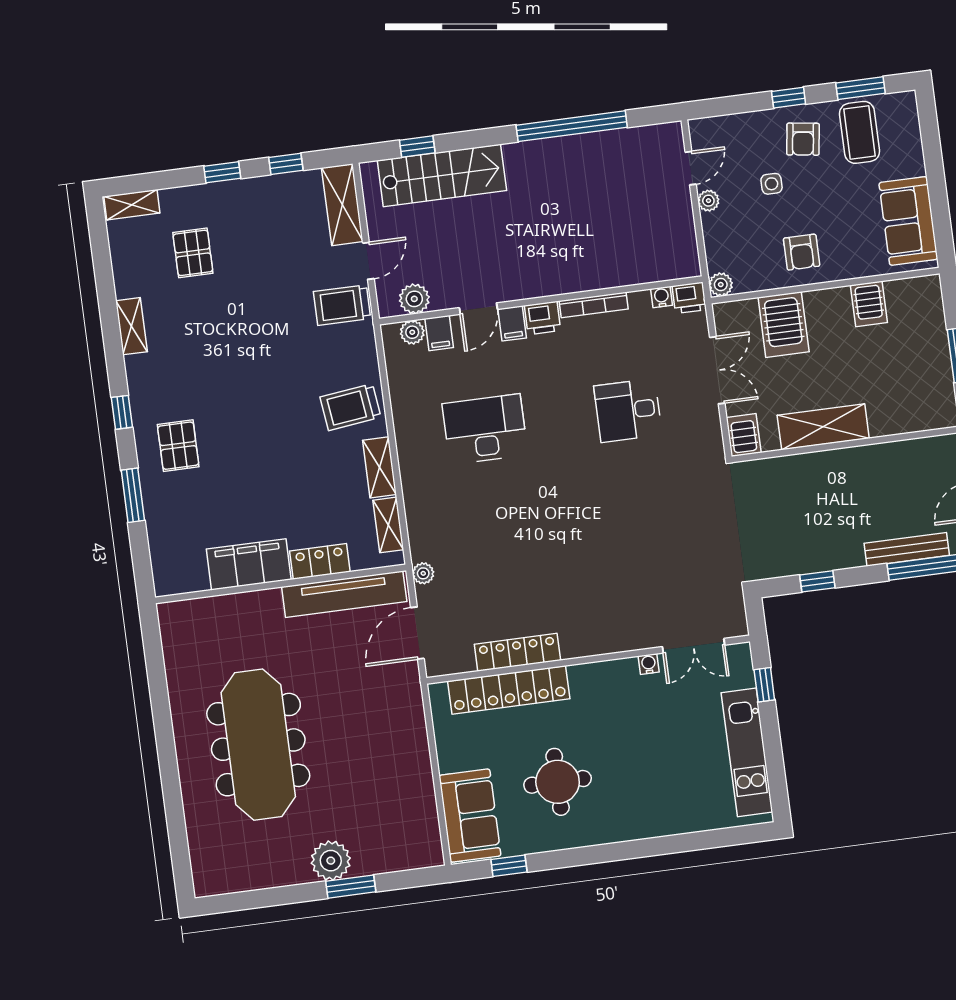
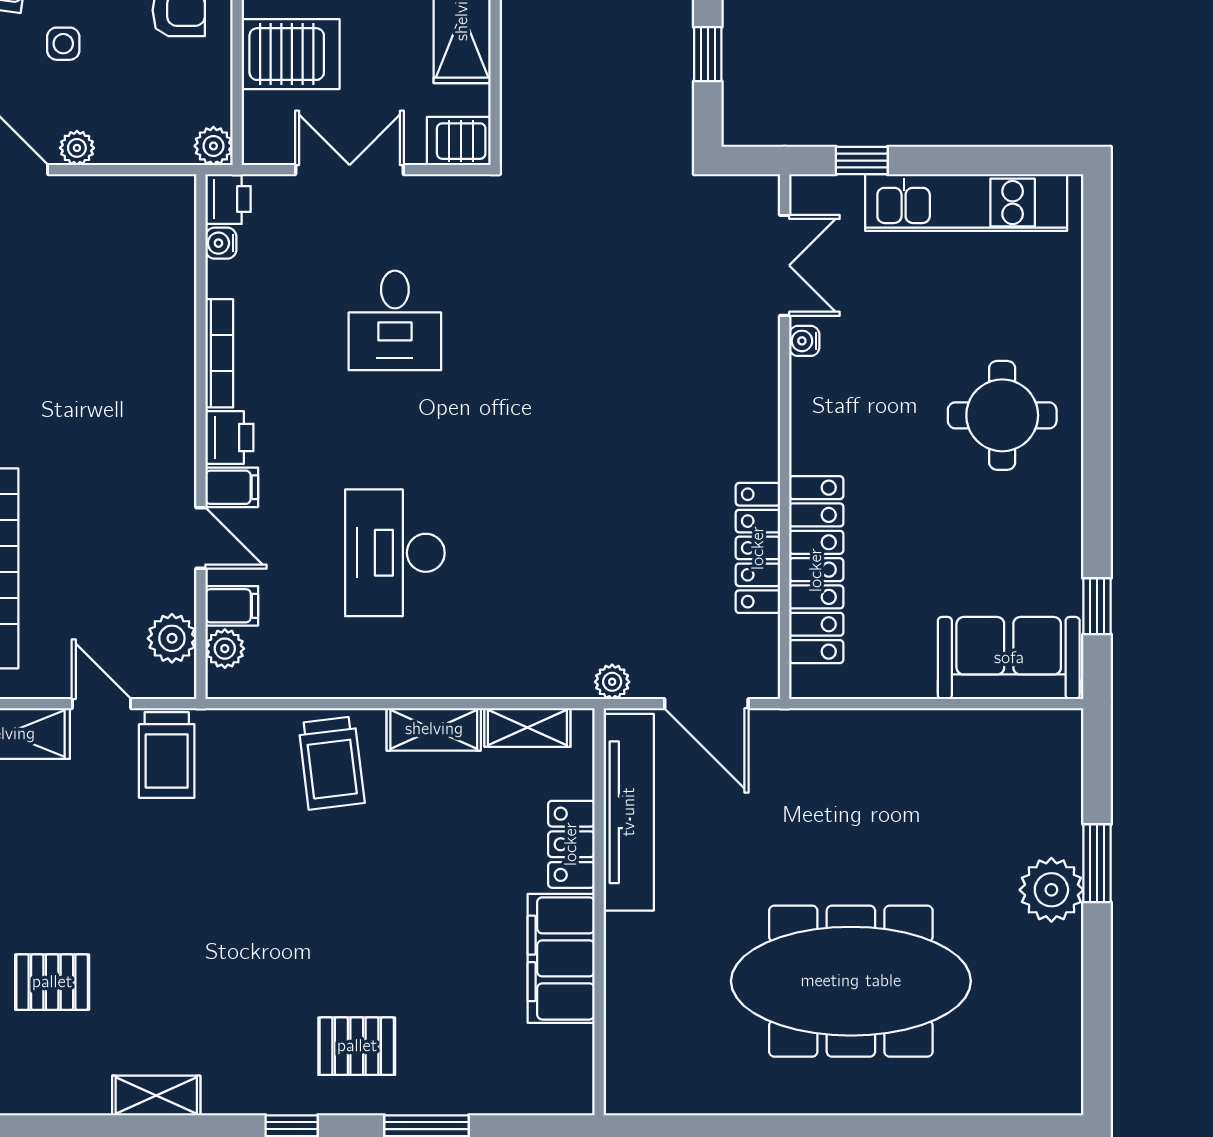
round table: (558, 782) -> (1002, 415), moved

